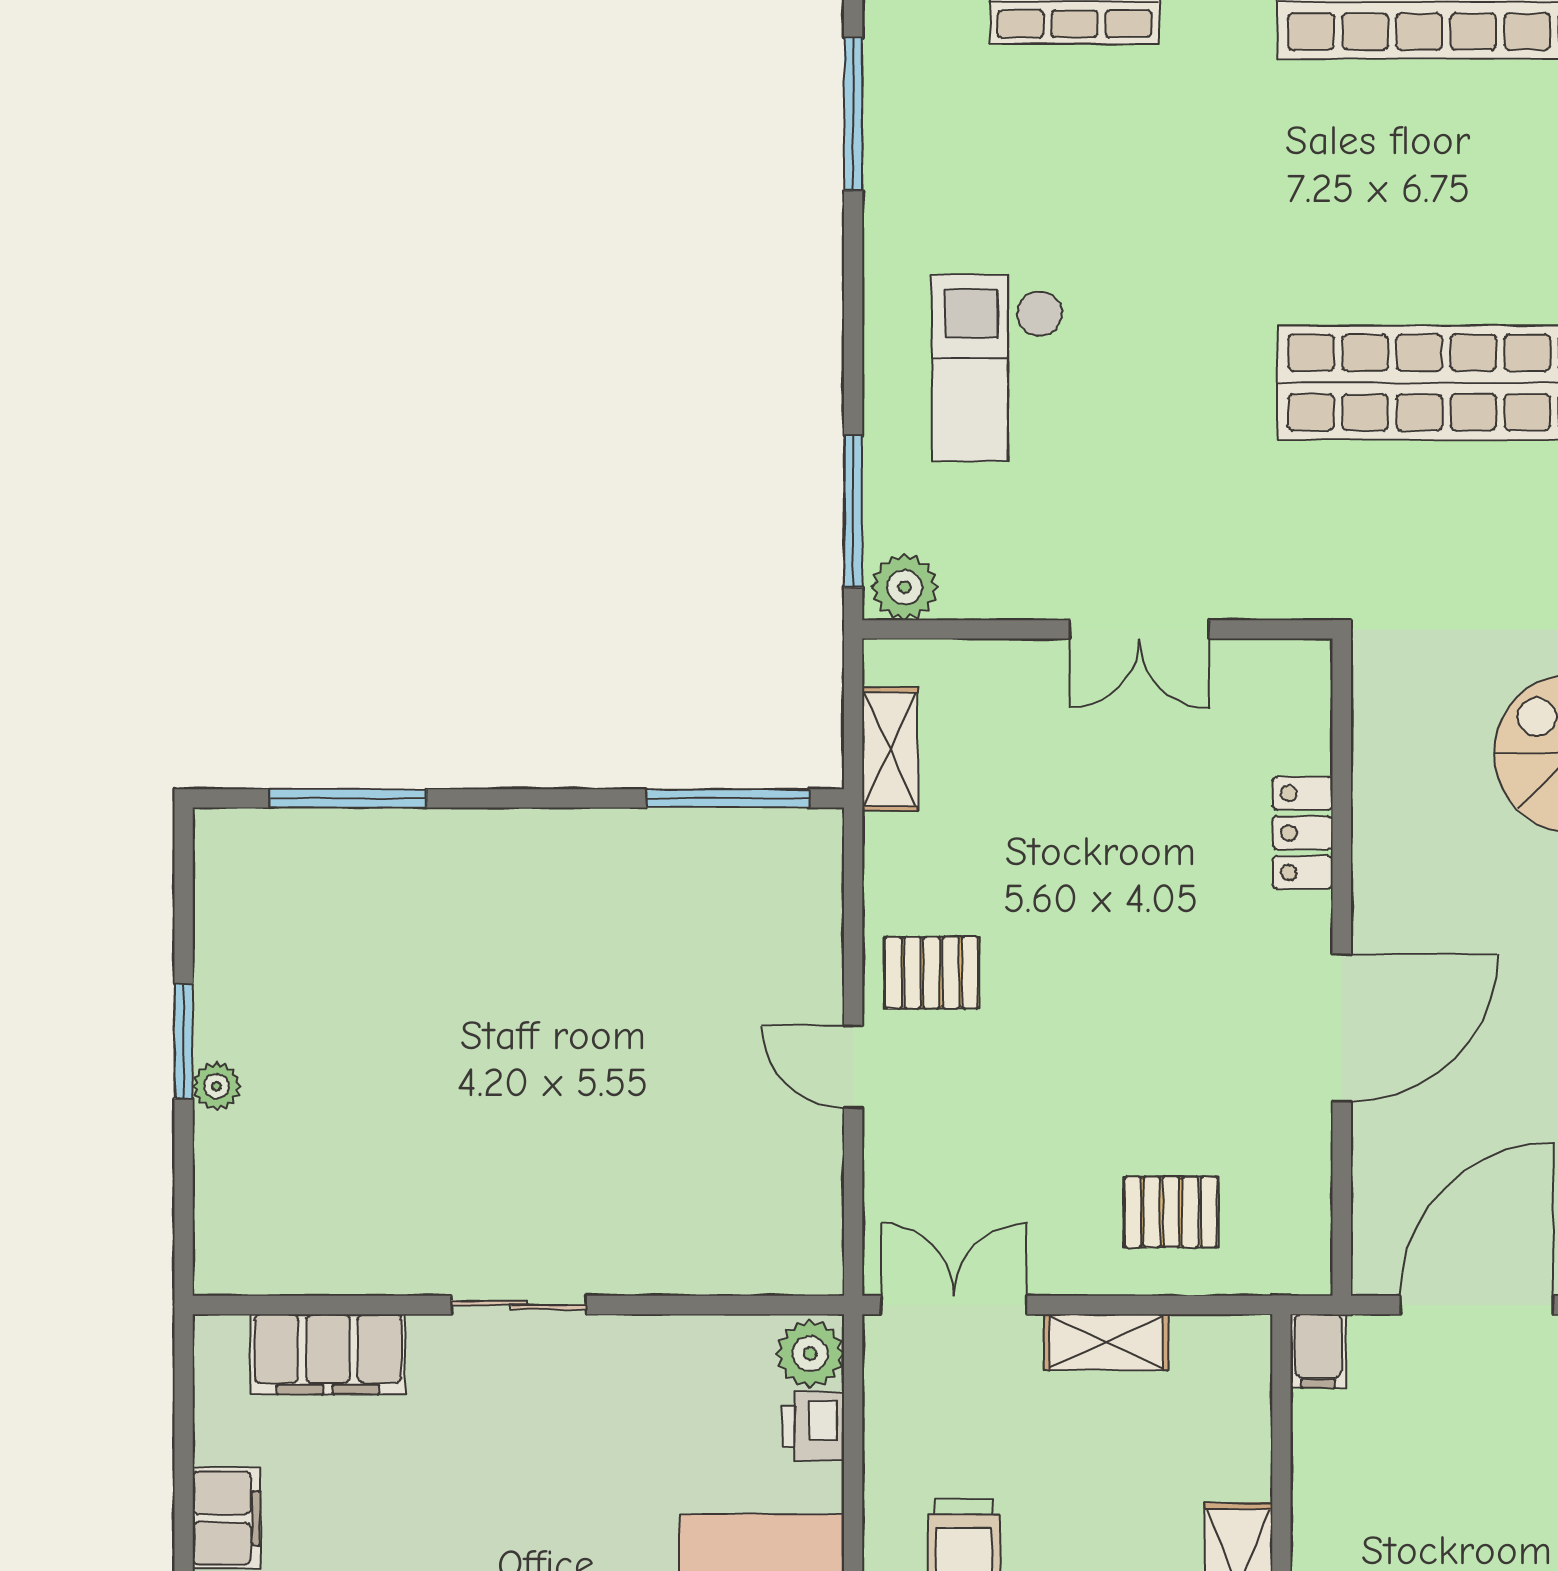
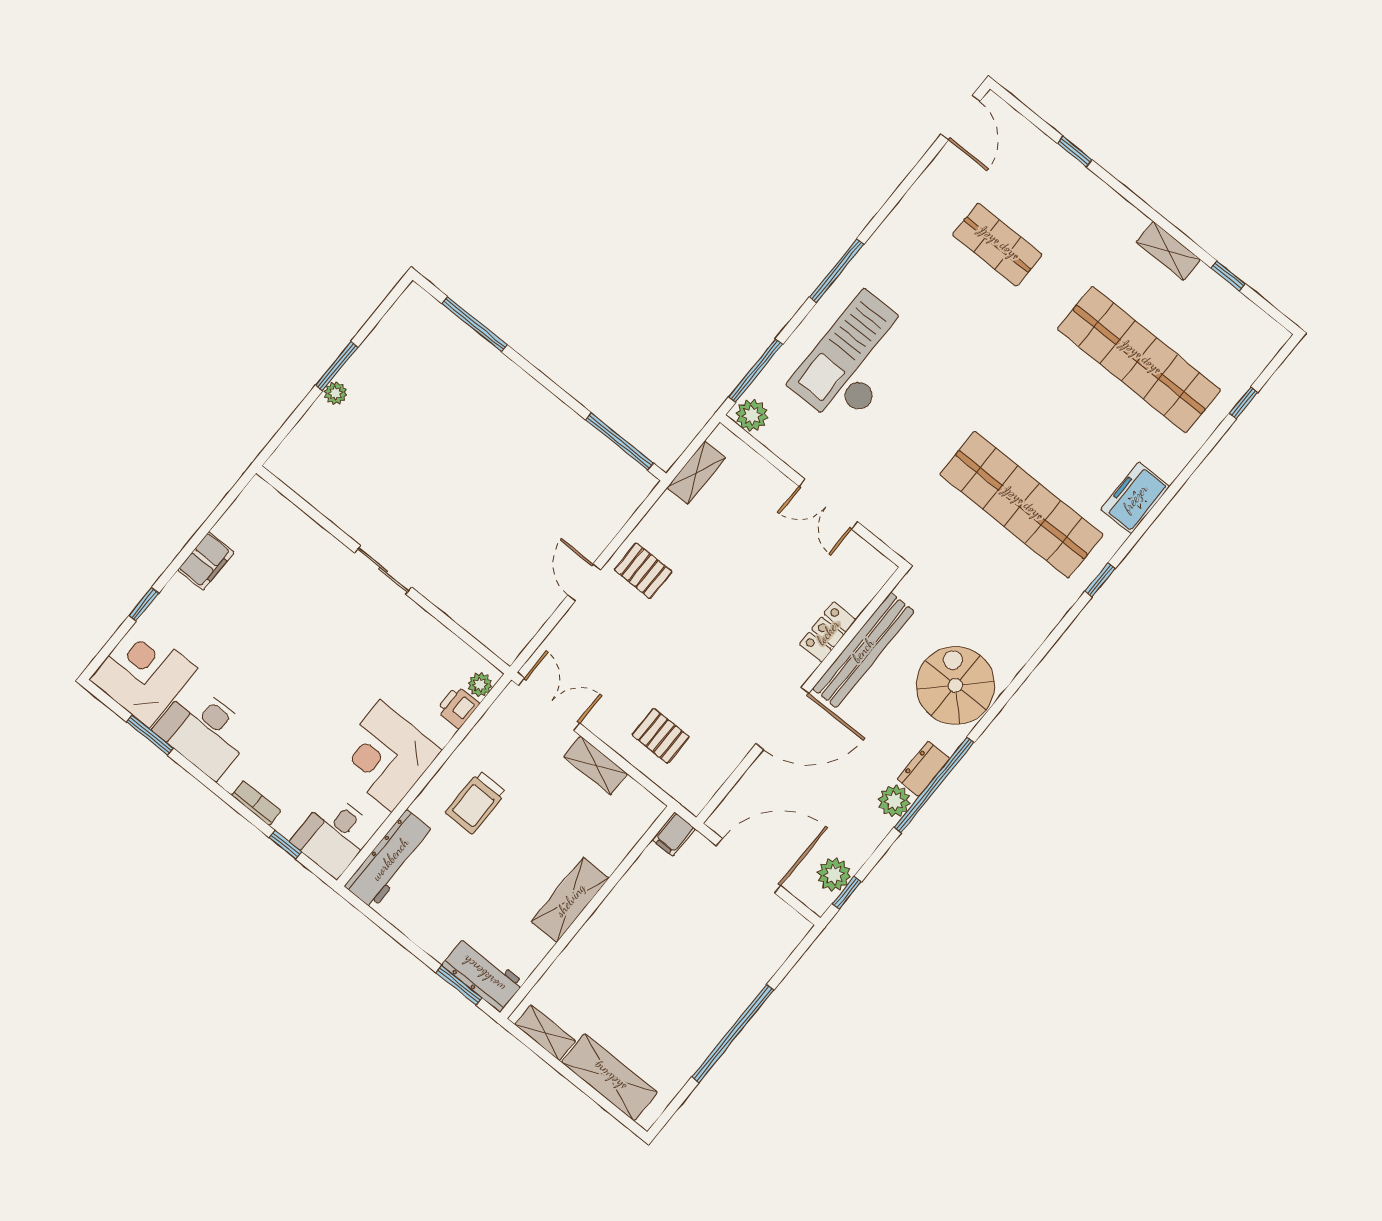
window: (853, 114) -> (837, 271), moved
checkout: (998, 368) -> (855, 361), width x1.36, depth x1.21
bench: (1382, 816) -> (863, 650), added
filing cabinet: (328, 1354) -> (295, 530), removed
plant: (810, 1354) -> (480, 685), width x0.73, depth x0.73

